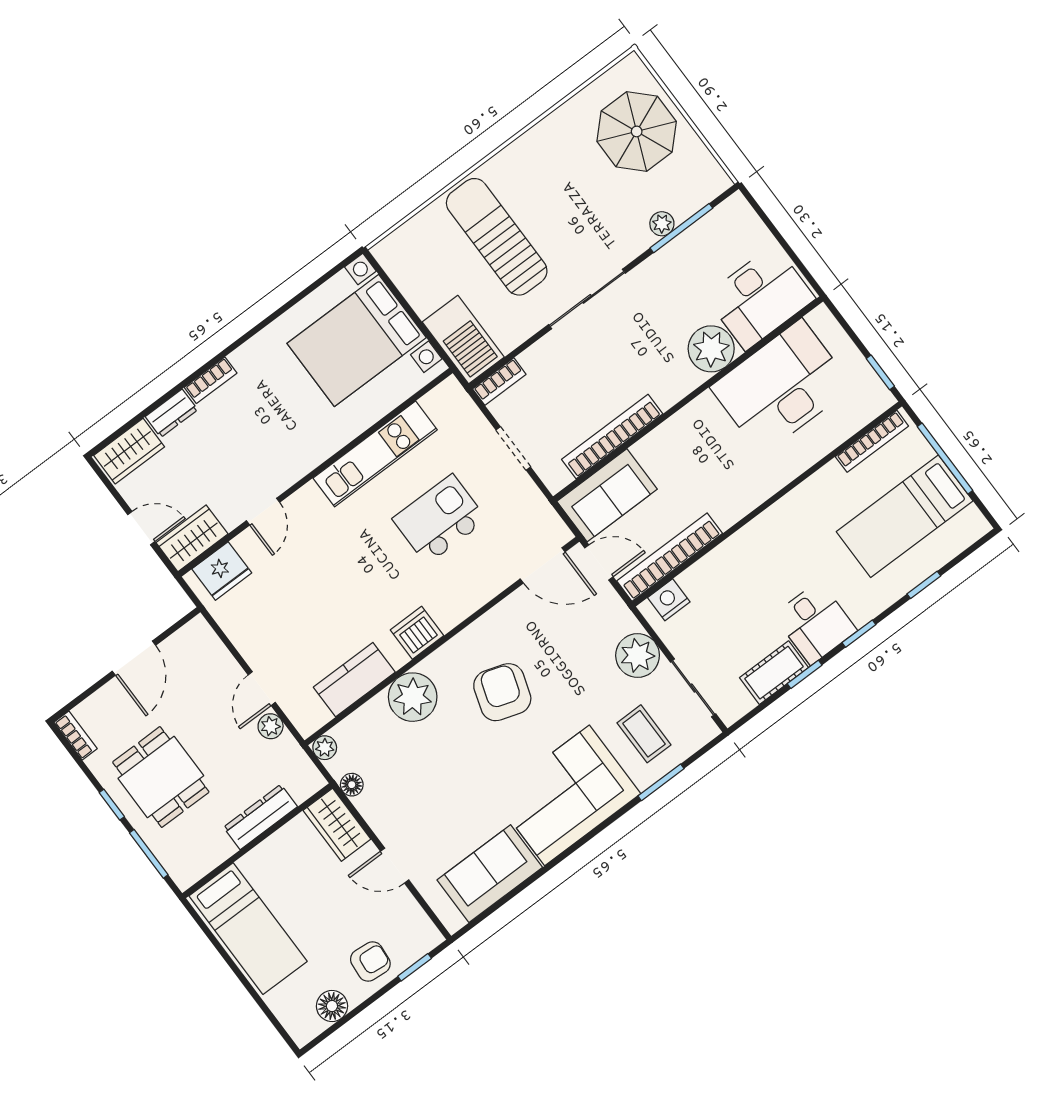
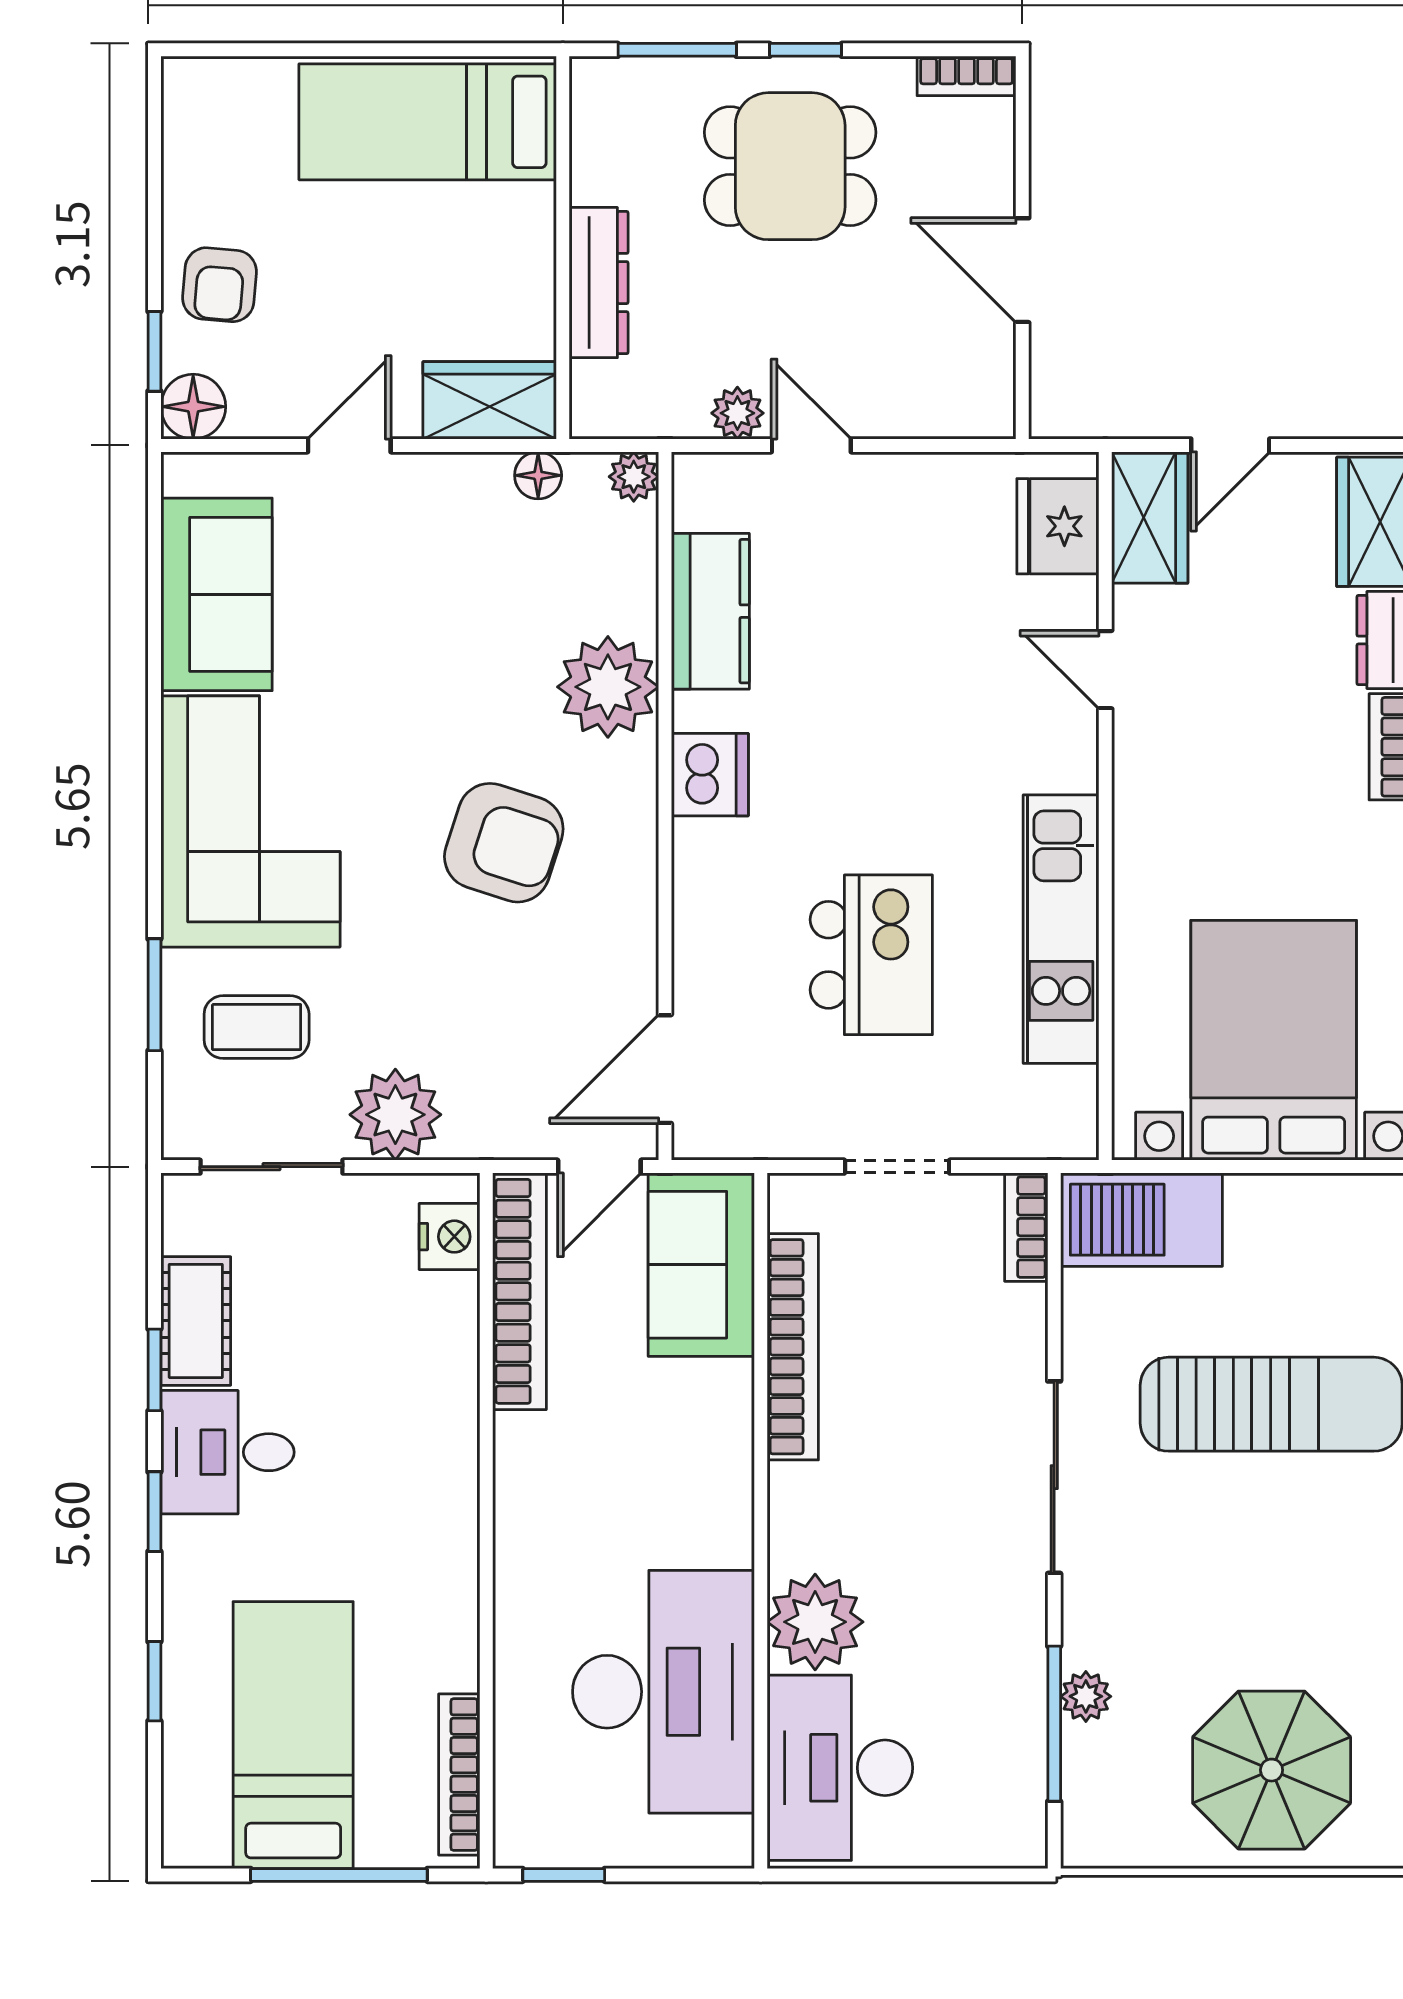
floor lamp: (332, 1006) -> (193, 407), moved

